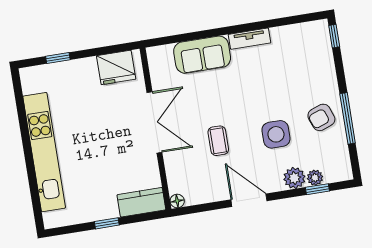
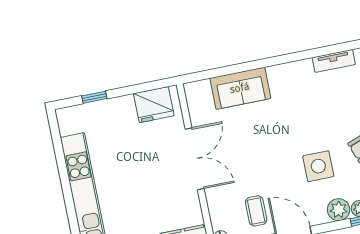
tv unit: (250, 39) -> (334, 61), moved
coffee table: (218, 141) -> (256, 211), moved

